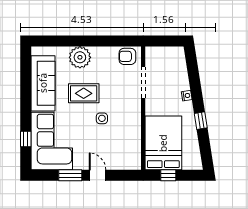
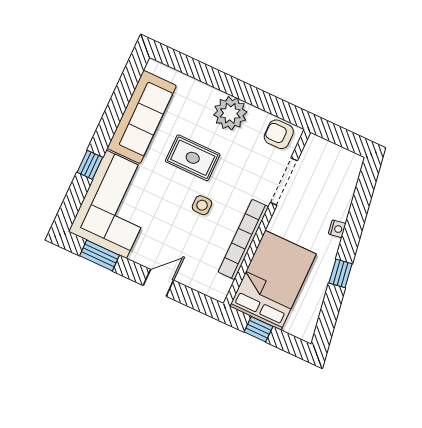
plant: (80, 57) -> (230, 113), moved
bookcase: (135, 127) -> (243, 239), added
window: (26, 139) -> (90, 165), moved
window: (70, 175) -> (99, 256), moved
door: (98, 175) -> (158, 283), hinge flipped

